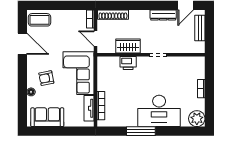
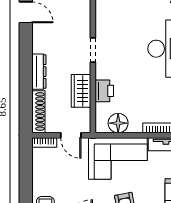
dresser: (163, 15) -> (39, 72), moved
door: (96, 38) -> (71, 135), hinge flipped
floor lamp: (104, 73) -> (118, 123), added

